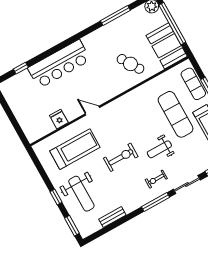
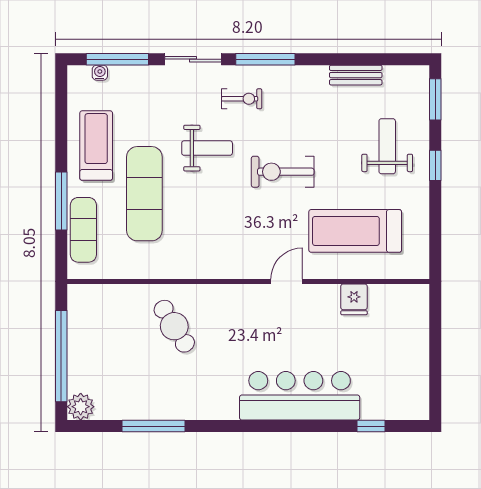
booth: (167, 46) -> (93, 323), removed
door: (92, 111) -> (287, 281), swing flipped
weight bench: (81, 194) -> (387, 146), width x0.73, depth x0.75

